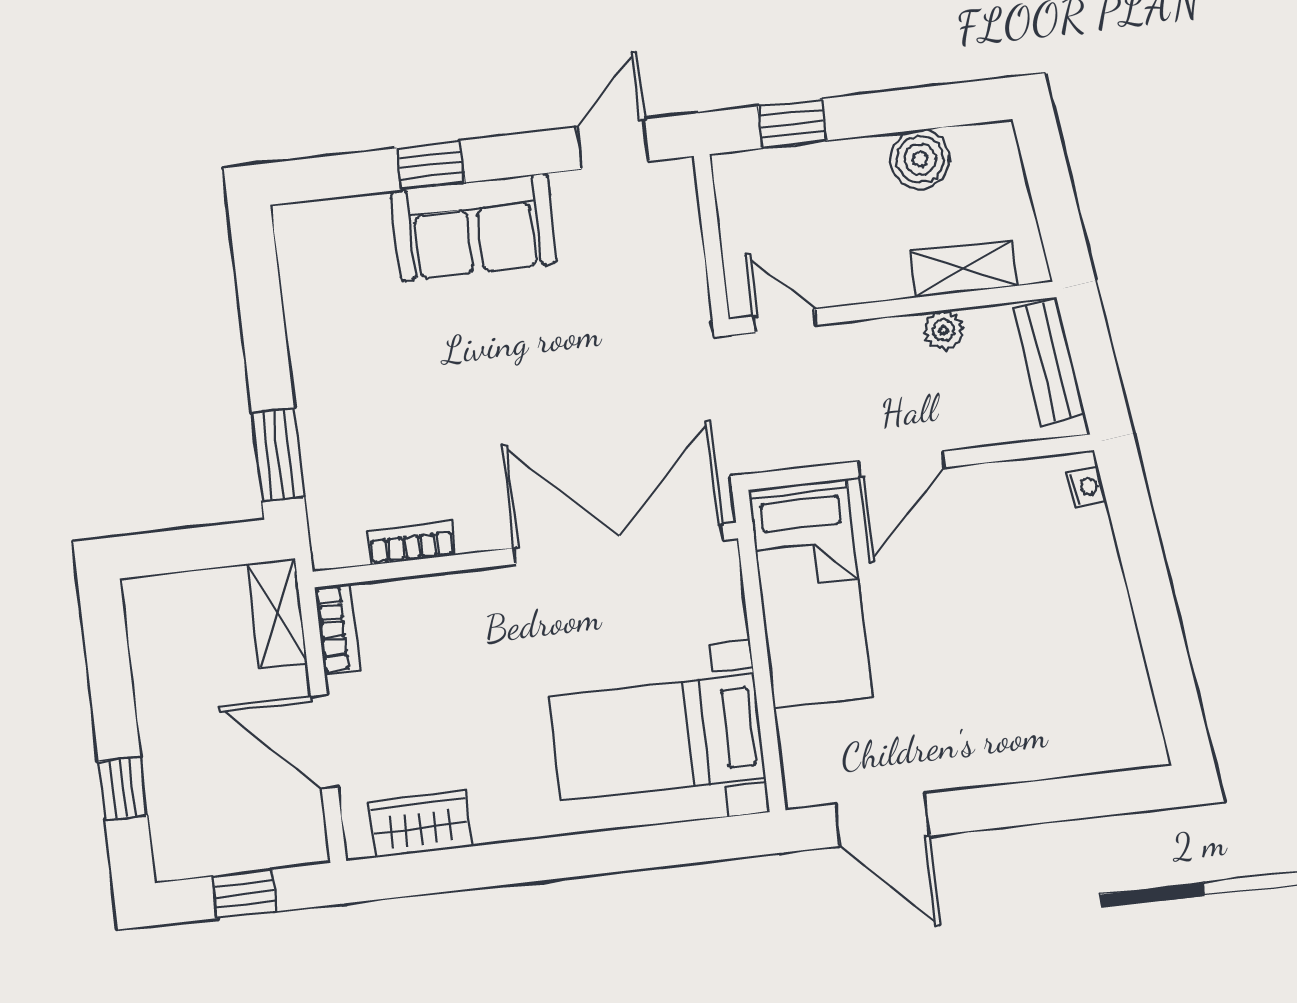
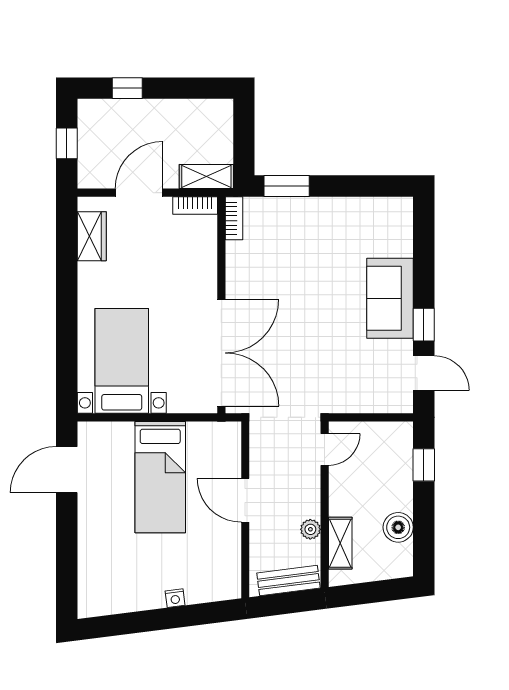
window: (430, 165) -> (424, 325), moved
nightstand: (1086, 487) -> (175, 598), moved
bookcase: (412, 543) -> (234, 218), moved
bed: (810, 593) -> (160, 477), moved, turned -90

